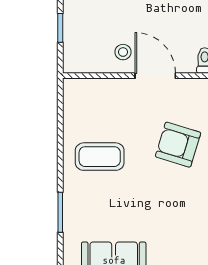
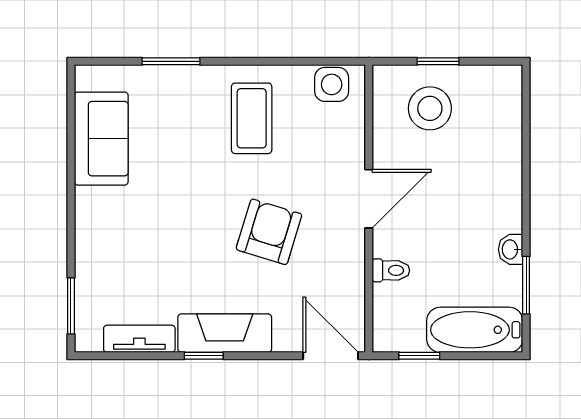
stool: (123, 52) -> (430, 108), moved, width x1.89, depth x1.89
side table: (76, 101) -> (332, 84), added

